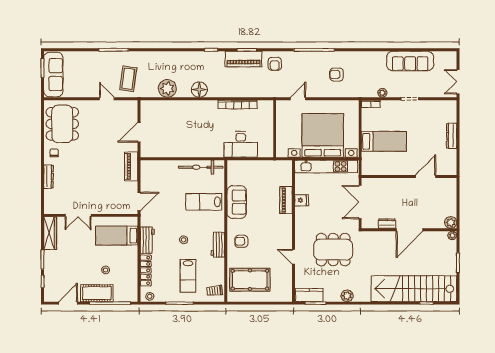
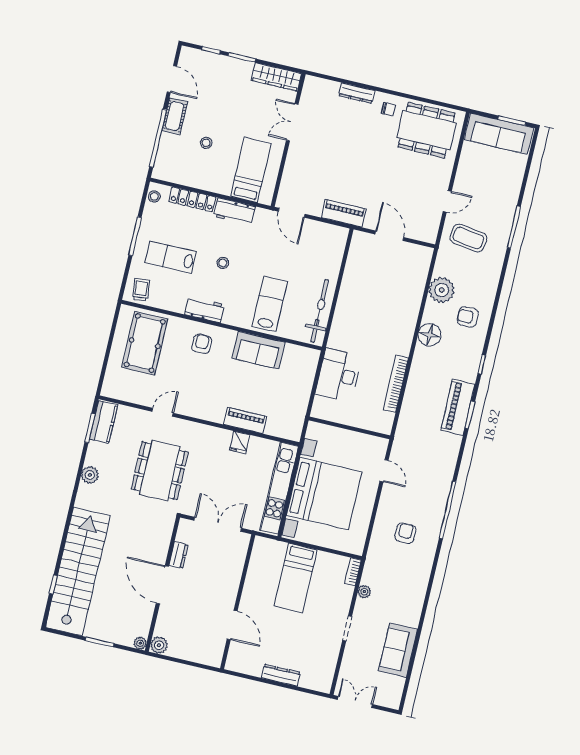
sofa: (410, 61) -> (398, 650), width x0.73
armchair: (275, 64) -> (468, 317), moved
cot: (97, 293) -> (175, 116), width x0.73, depth x0.75

